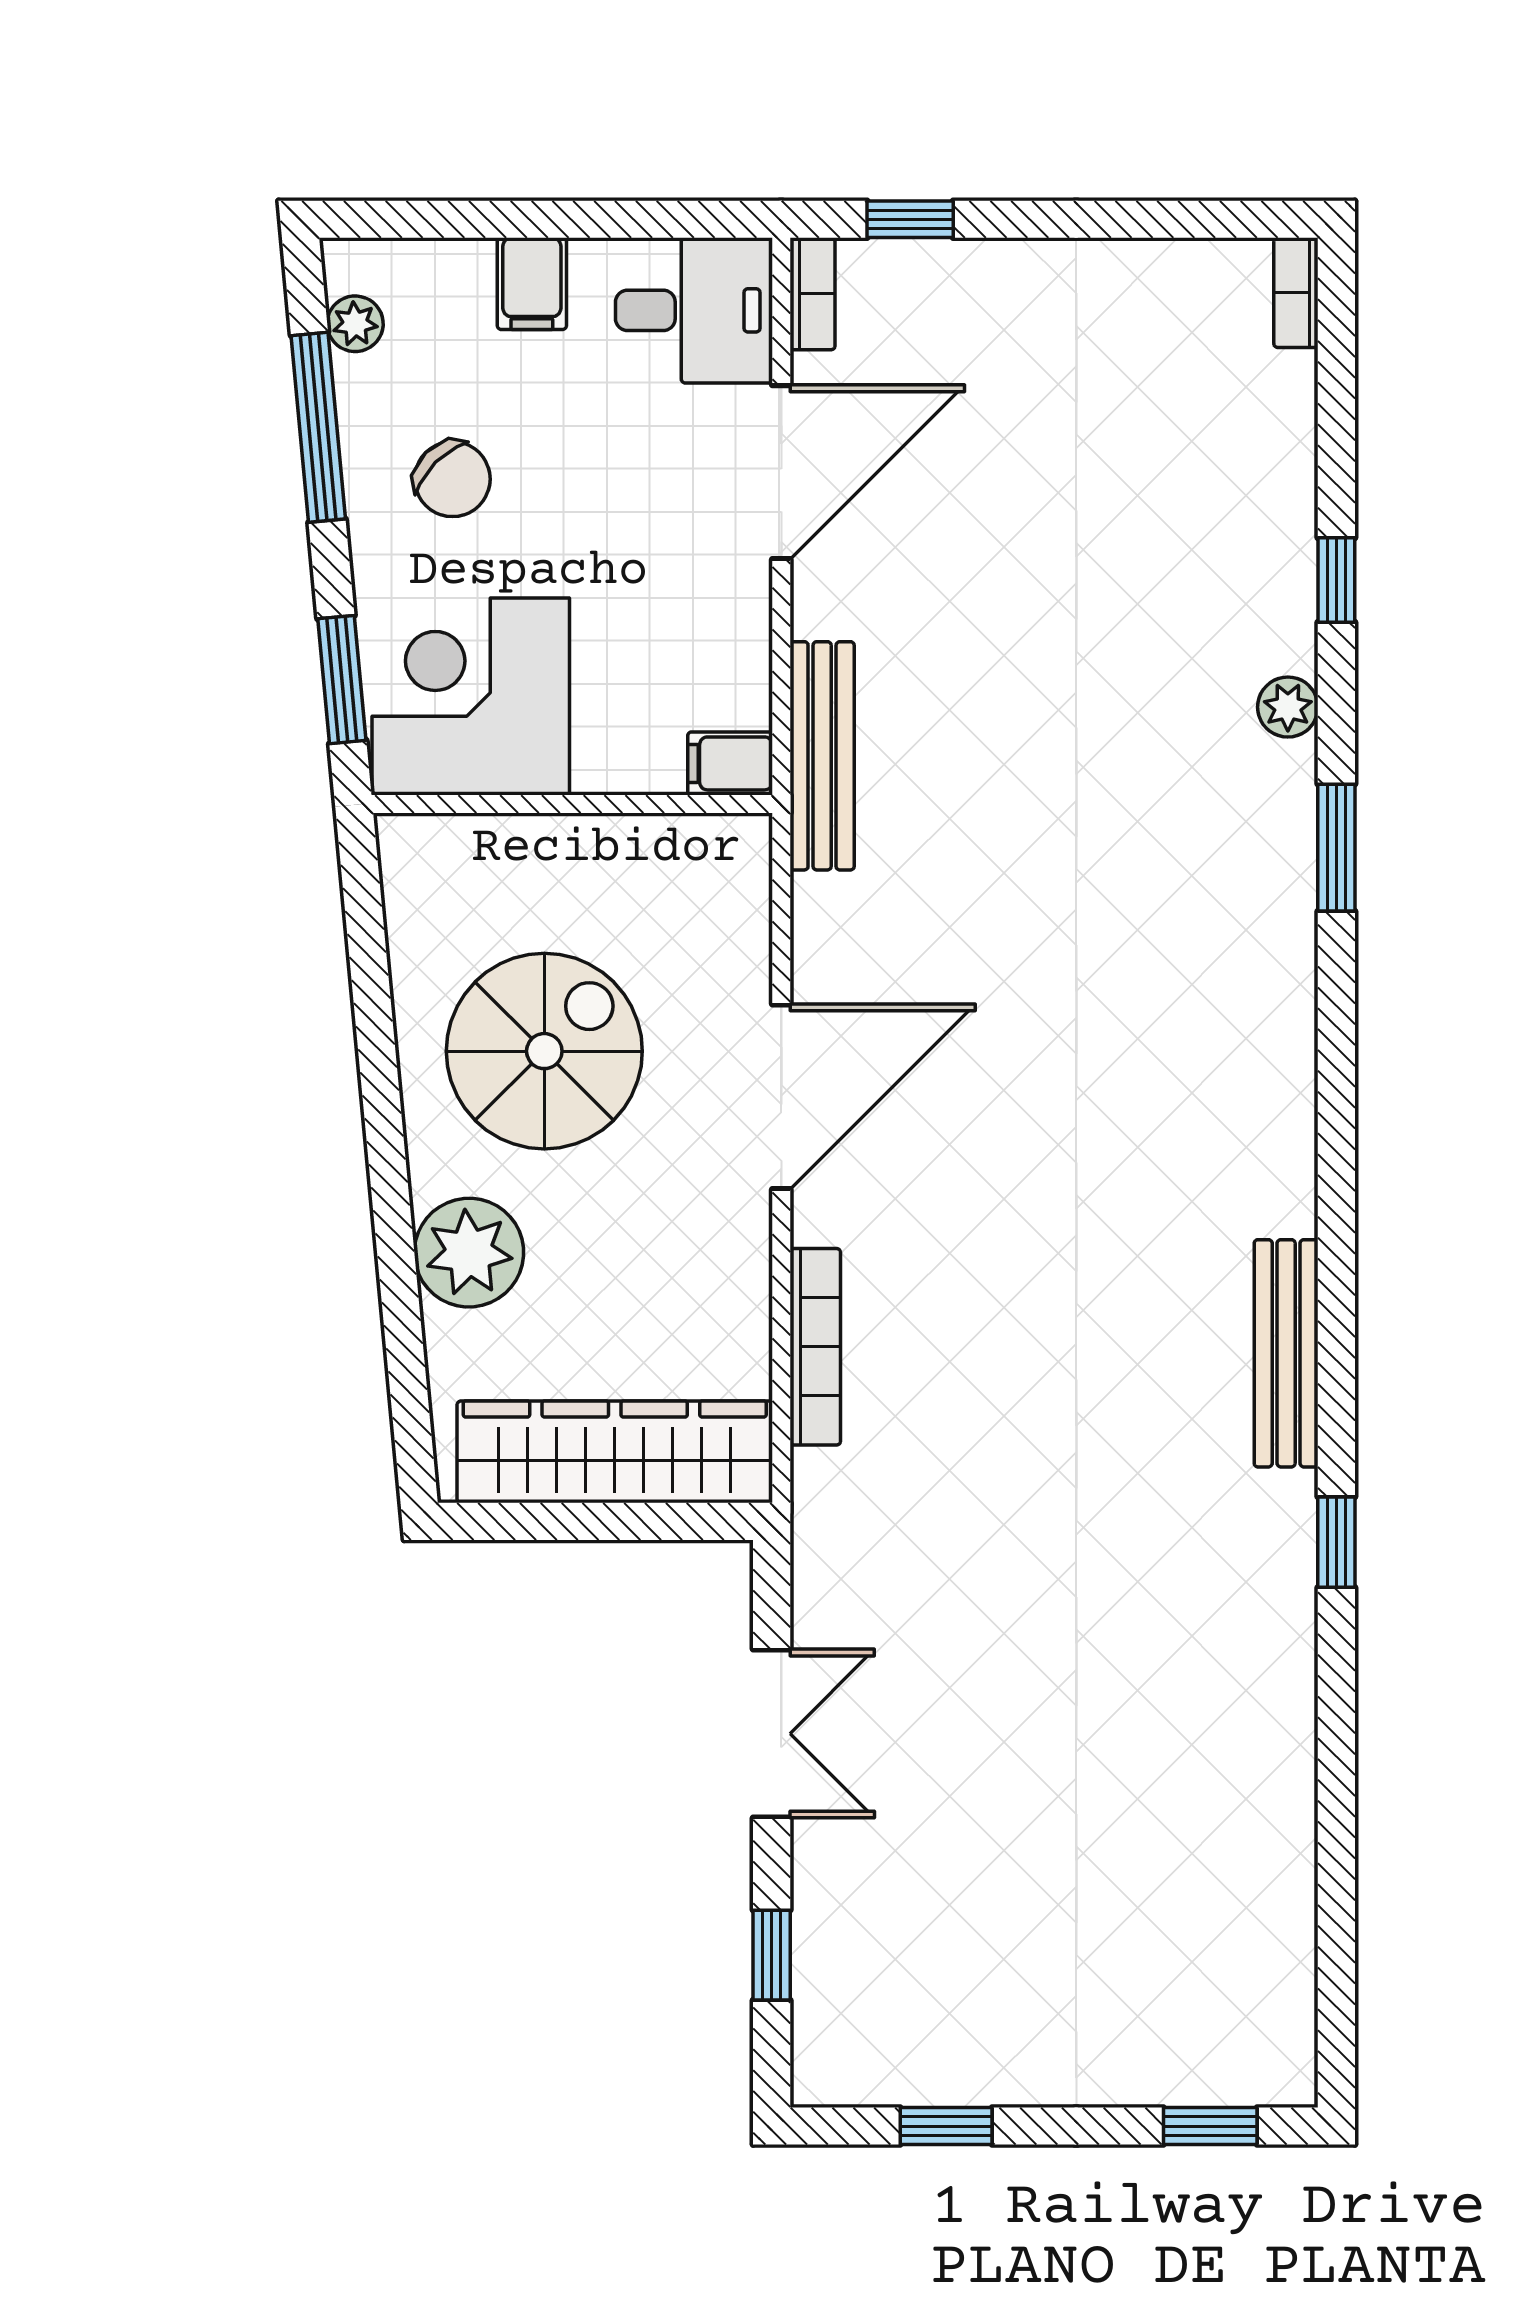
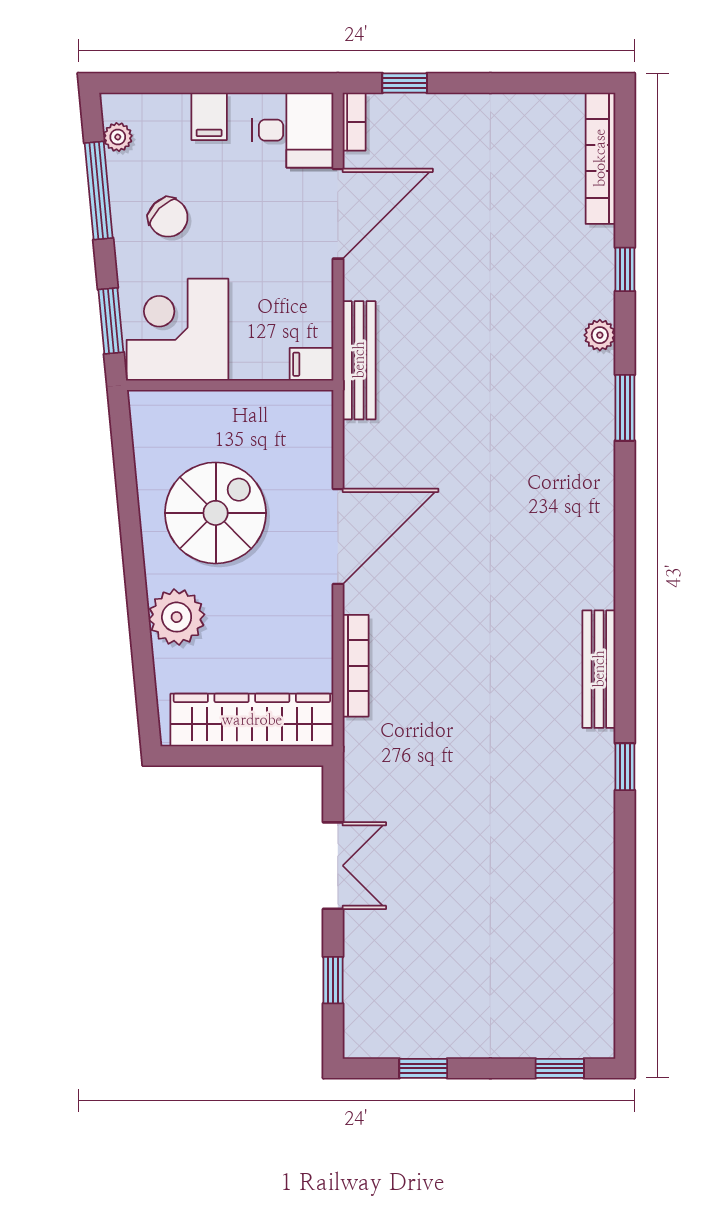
bookcase: (1296, 293) -> (600, 158), width x2.31, depth x1.31

